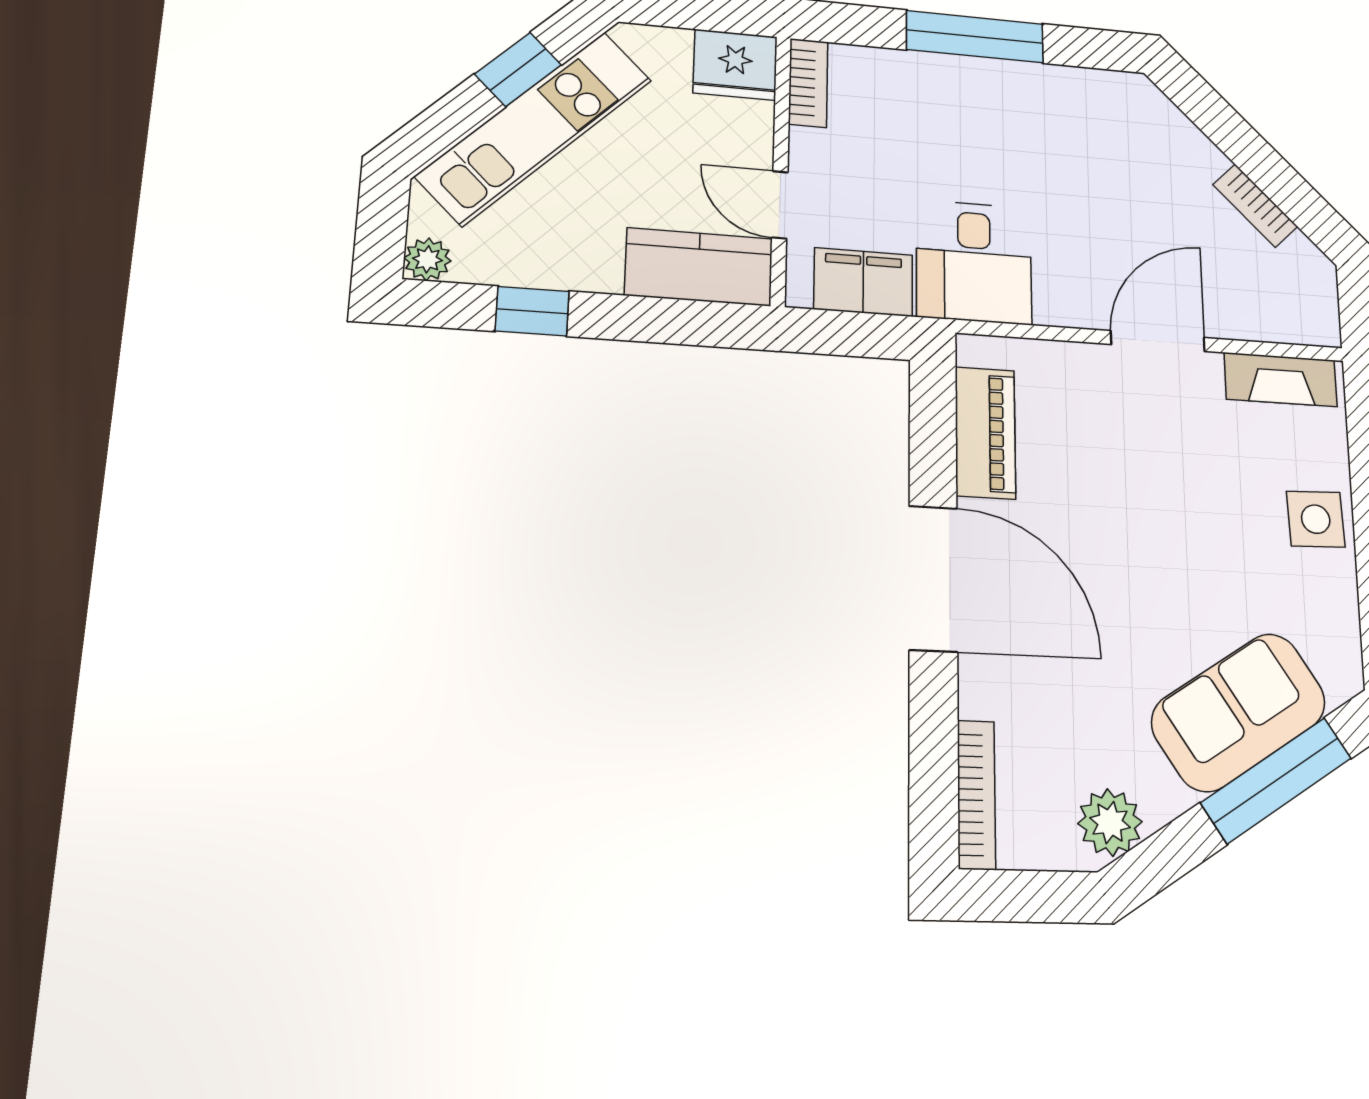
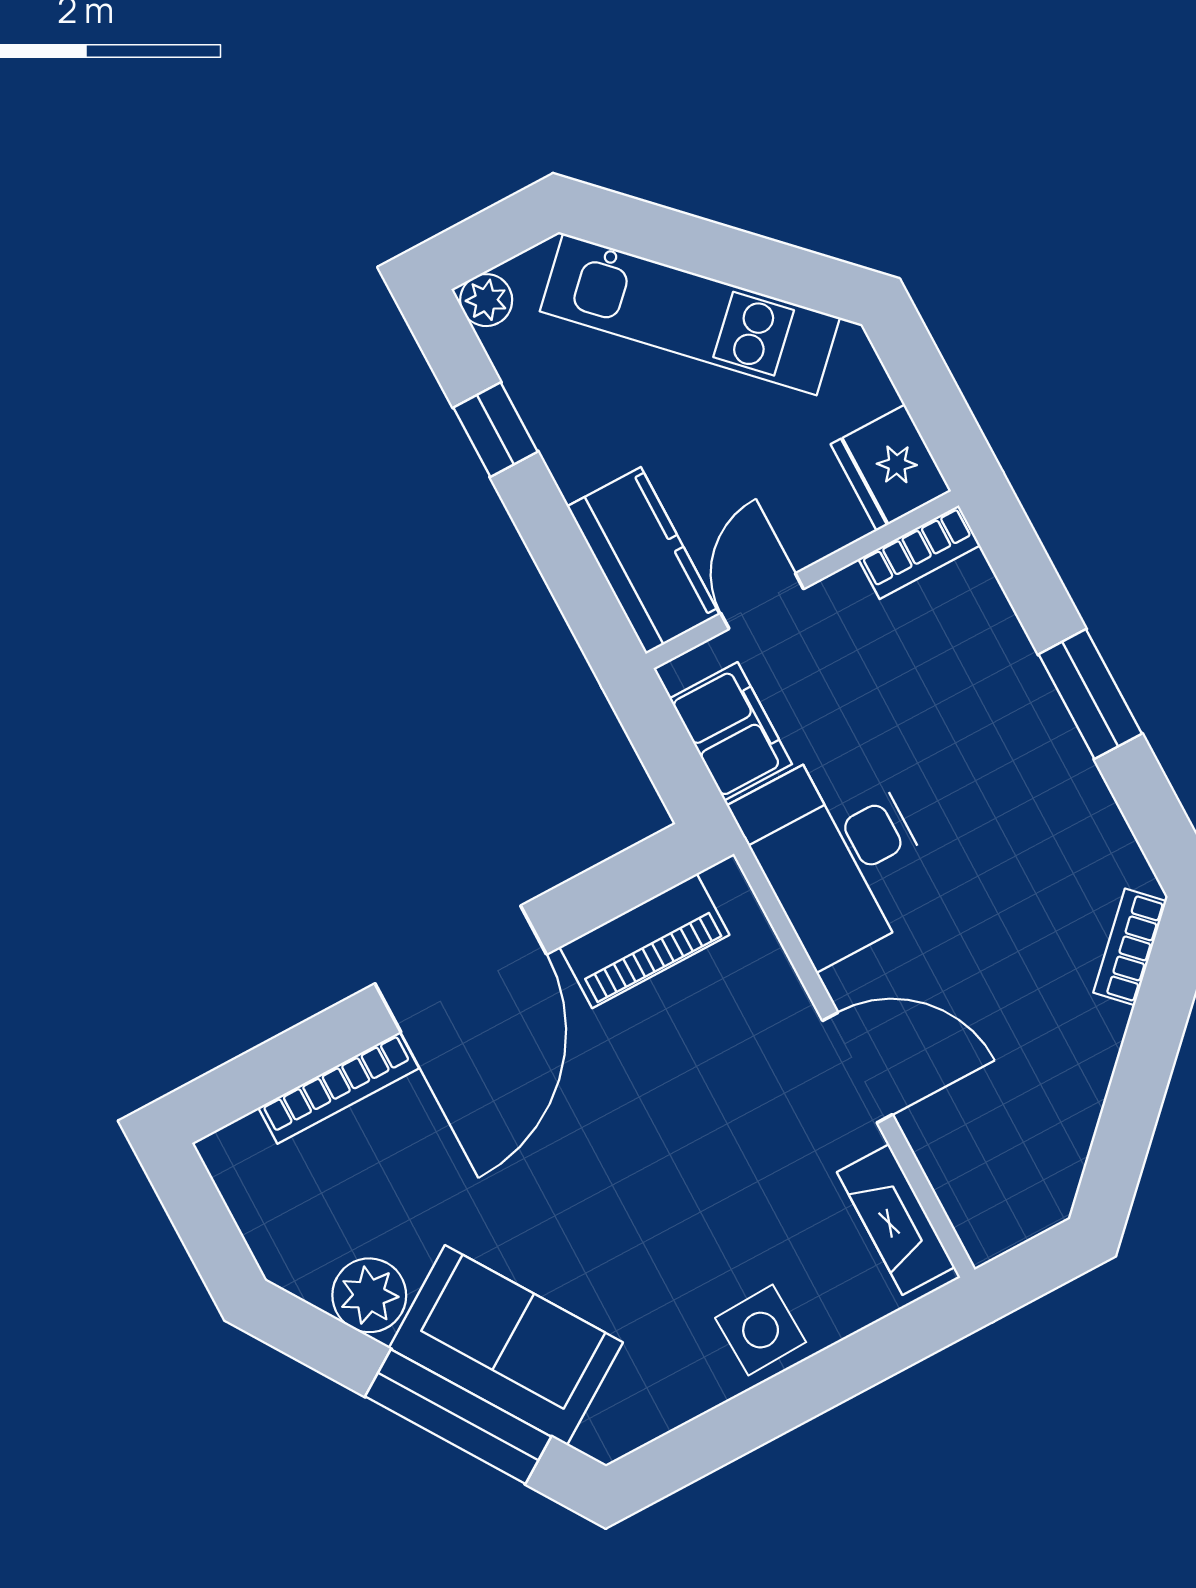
window: (975, 37) -> (1090, 694), width x0.69
window: (518, 69) -> (743, 260), removed
bookcase: (1255, 206) -> (1130, 947), moved
desk: (974, 262) -> (837, 854), width x1.37
bookcase: (976, 795) -> (339, 1088), moved
plant: (1110, 823) -> (369, 1295), moved

